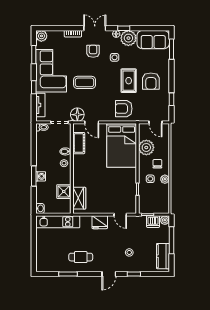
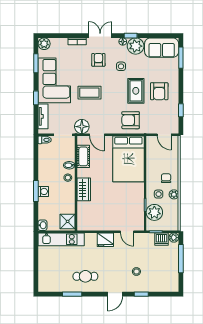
plant: (146, 147) -> (154, 212), moved
shower: (64, 192) -> (68, 221), moved
wardrobe: (79, 198) -> (84, 189), moved
kitchen counter: (163, 256) -> (172, 275), removed

